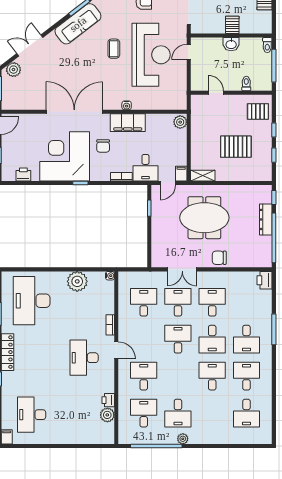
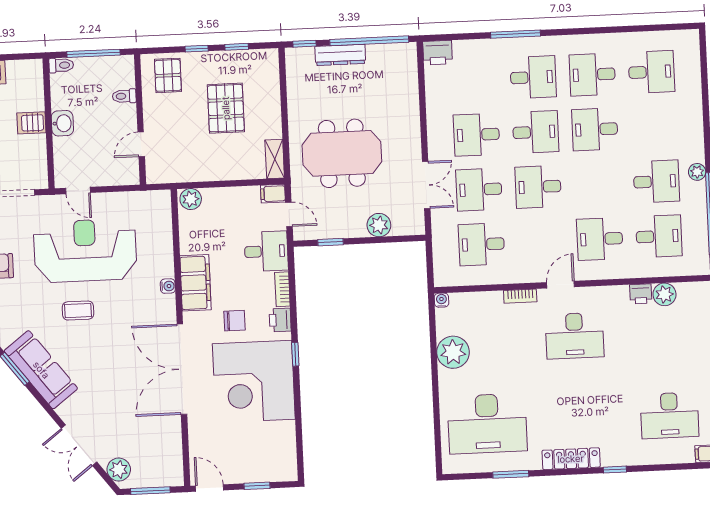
printer: (23, 174) -> (280, 320), moved
meeting table: (204, 218) -> (342, 153), turned 90
plant: (159, 239) -> (379, 225), added
chair: (219, 258) -> (405, 127), removed
desk: (144, 413) -> (659, 236), turned 180

